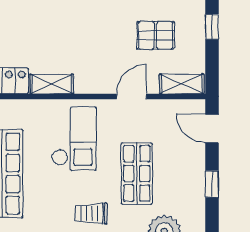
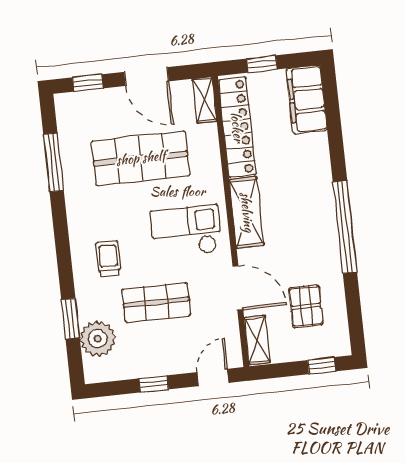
shelving: (52, 84) -> (247, 212), width x1.50, depth x1.33
door: (132, 96) -> (238, 288), width x1.38
checkout: (74, 139) -> (186, 231), turned 180

